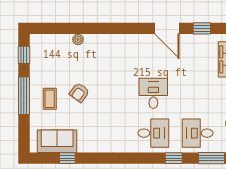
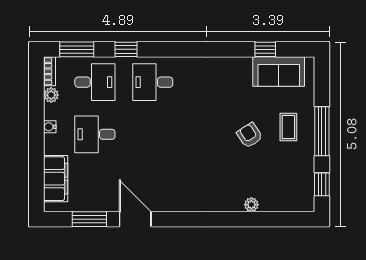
window: (202, 28) -> (89, 219), width x1.50
armchair: (79, 93) -> (250, 135), turned -70
desk: (153, 93) -> (95, 134), moved, turned 90

